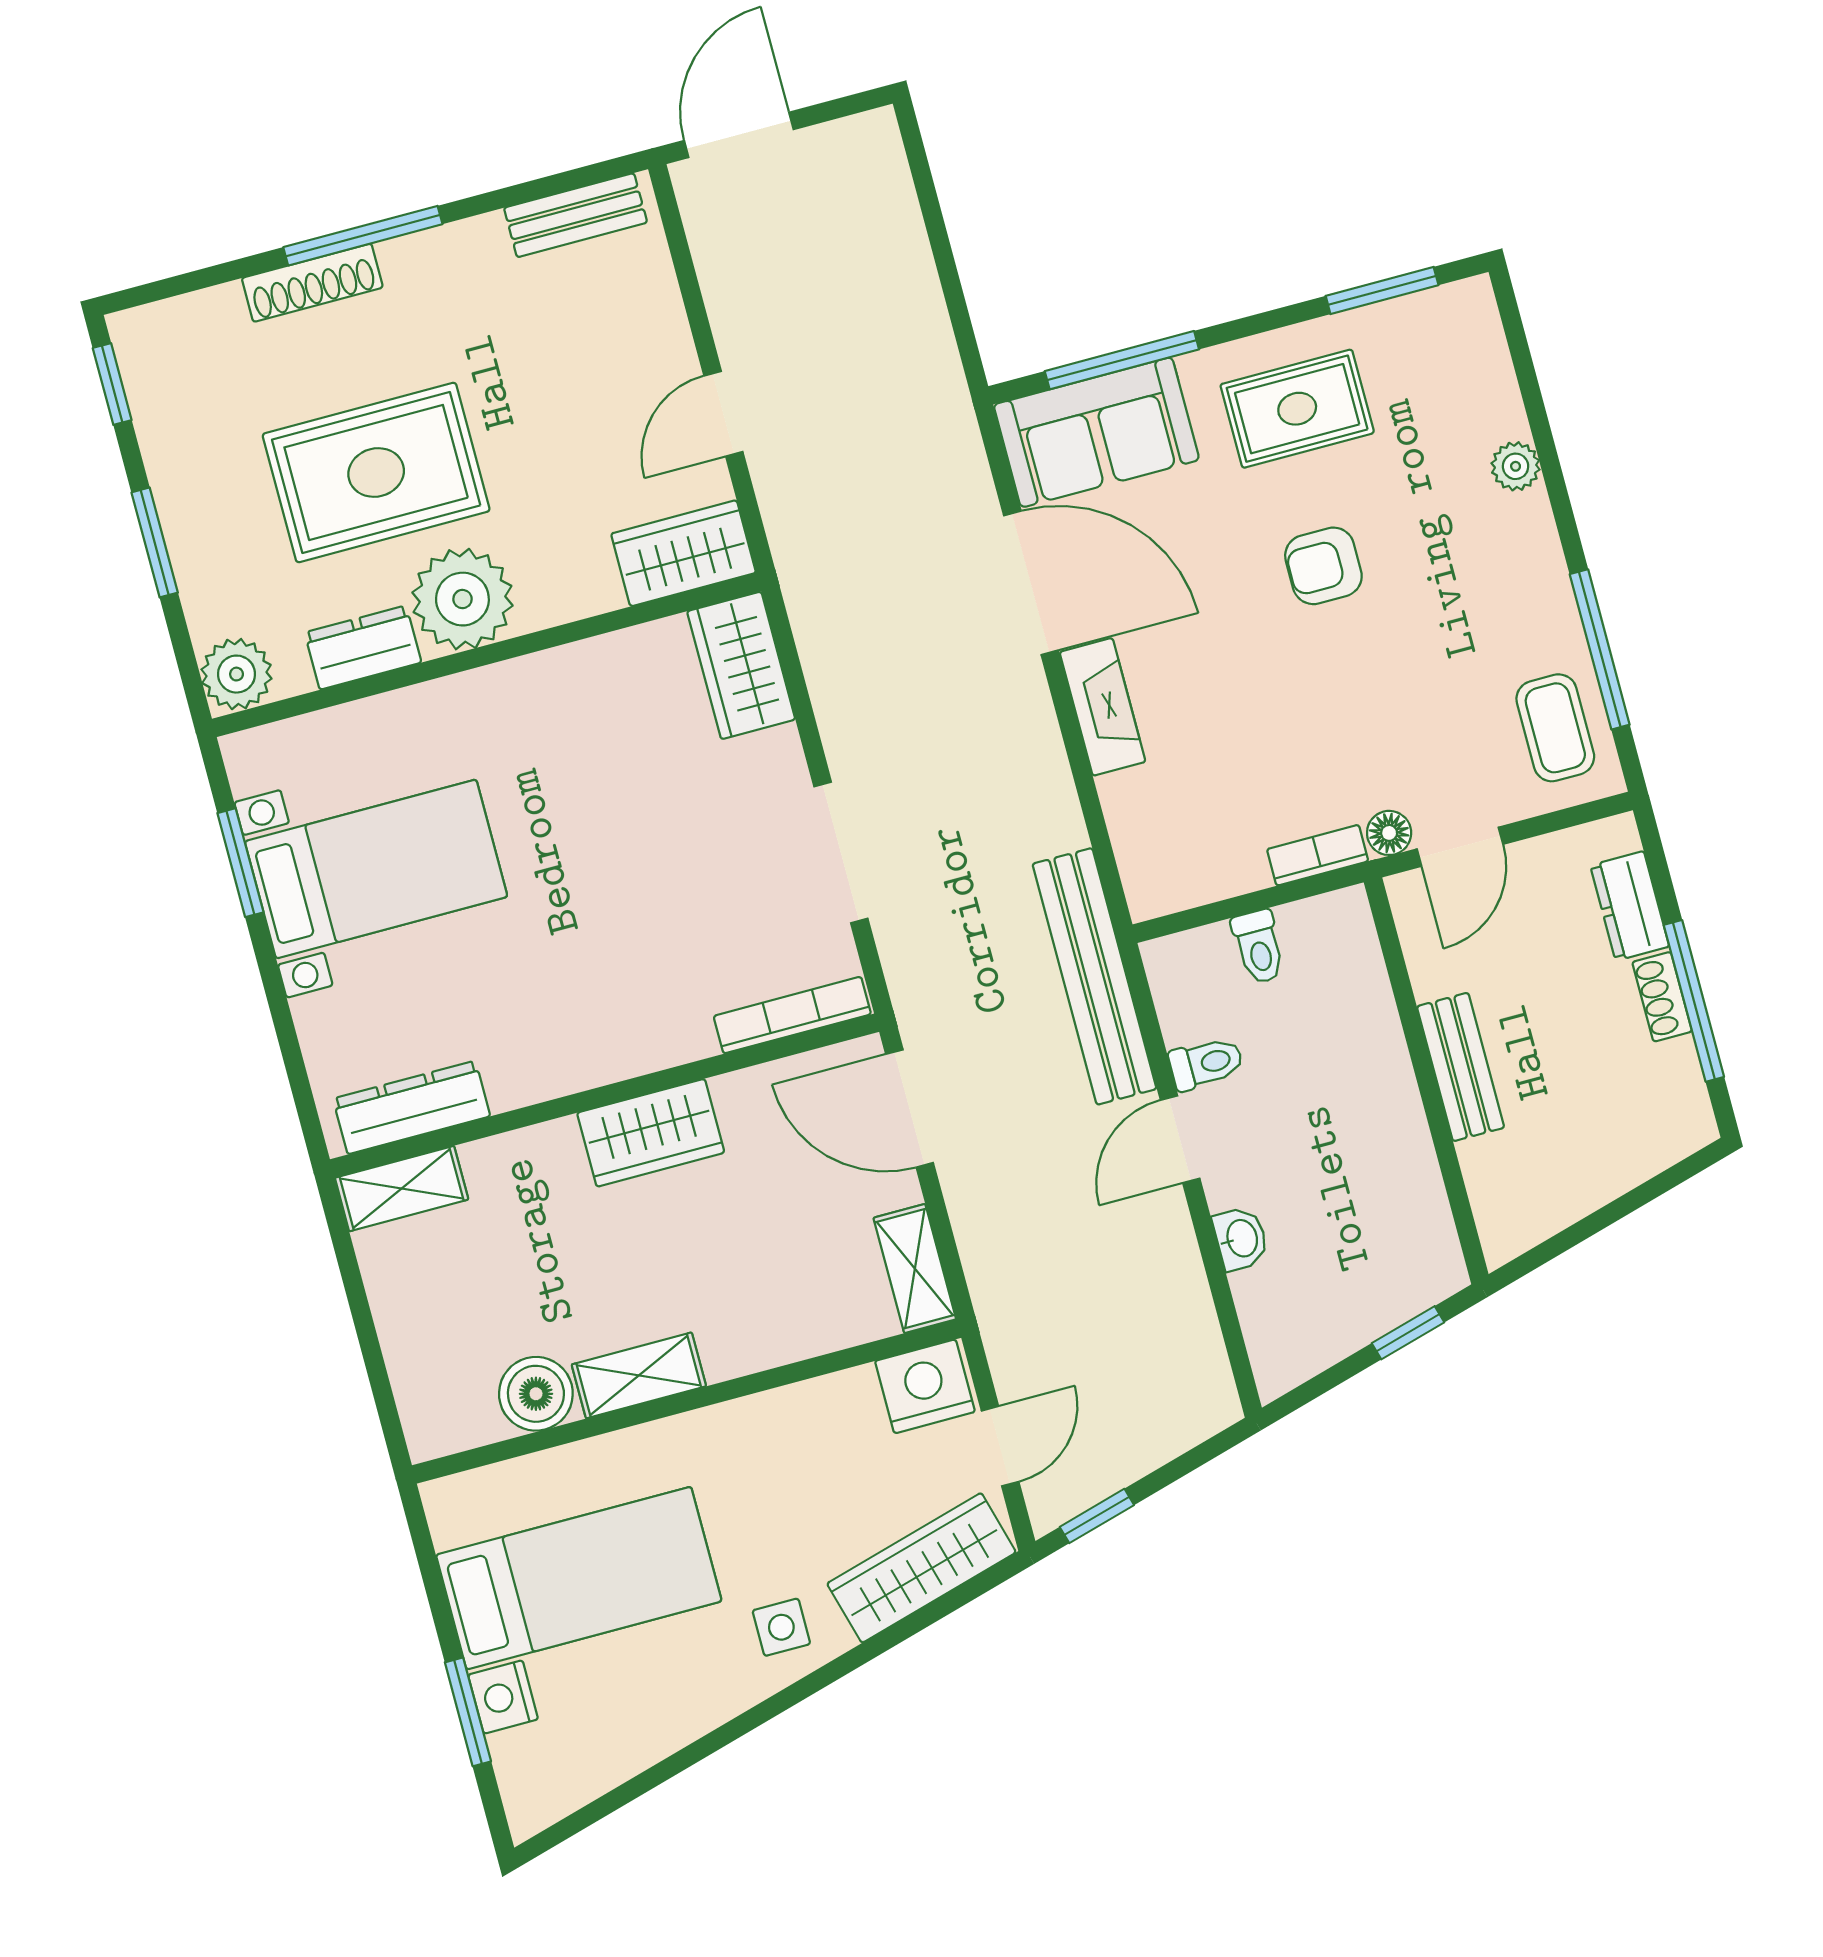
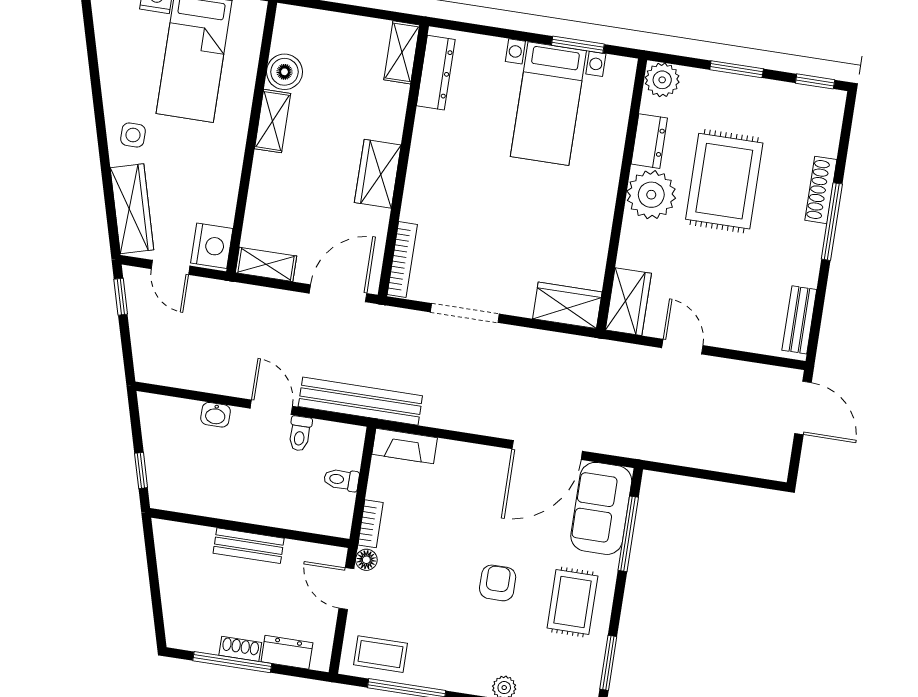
fireplace: (1103, 707) -> (405, 446), moved

